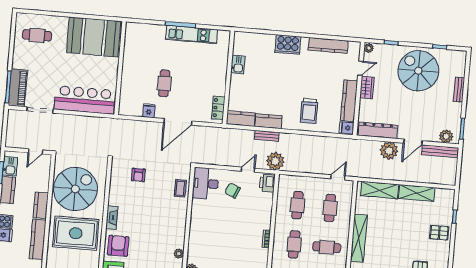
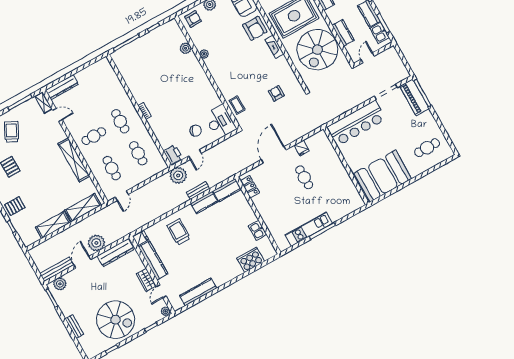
cooker: (288, 45) -> (251, 260), moved
kitchen counter: (41, 205) -> (343, 33), moved

